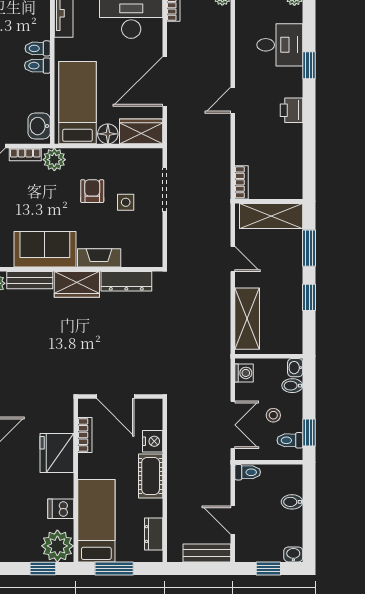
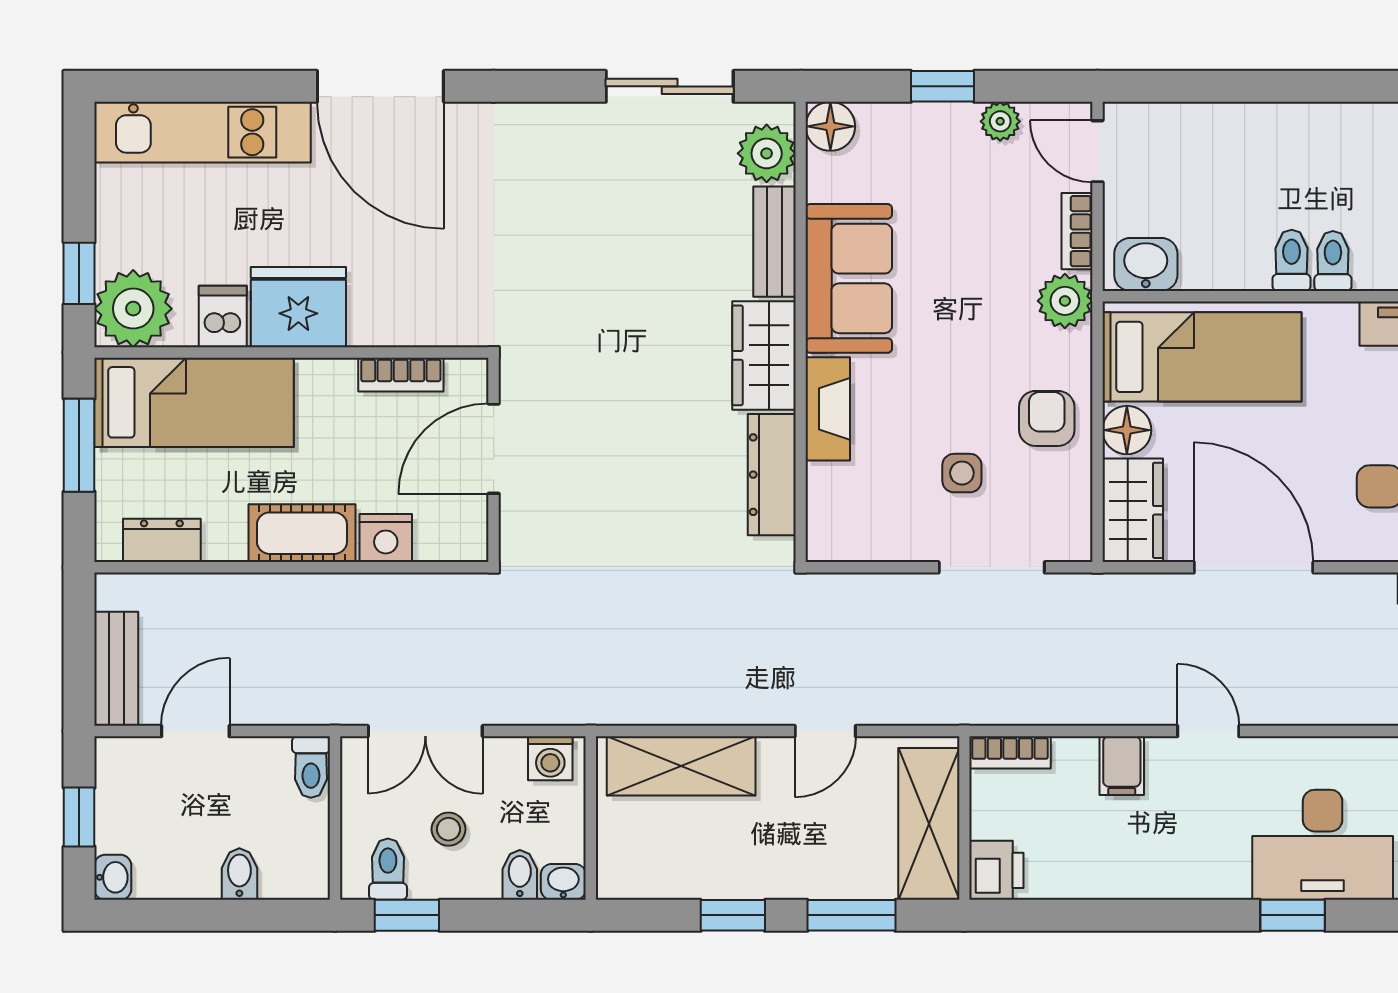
desk: (280, 45) -> (1323, 845), width x1.37
printer: (292, 110) -> (996, 870), moved, turned 90
filing cabinet: (247, 136) -> (1122, 766), added
armchair: (92, 191) -> (1047, 418), moved, turned -90
fridge: (57, 453) -> (298, 307), moved

